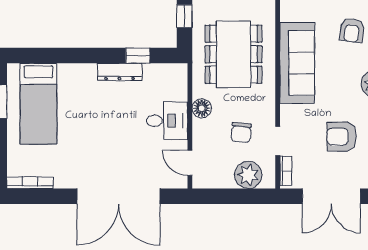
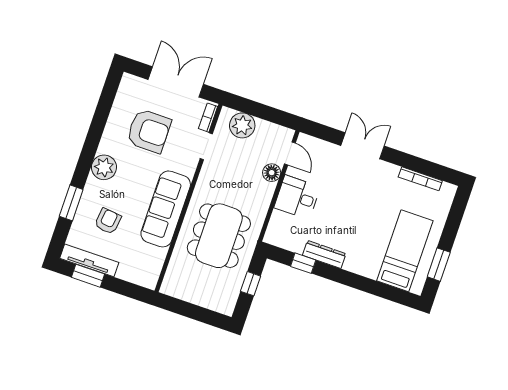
floor lamp: (202, 108) -> (272, 173), moved
chair: (241, 133) -> (236, 165), removed
armchair: (342, 137) -> (149, 131), width x1.36, depth x1.36
bookcase: (30, 183) -> (420, 179), moved
double door: (118, 196) -> (363, 146), width x0.54

